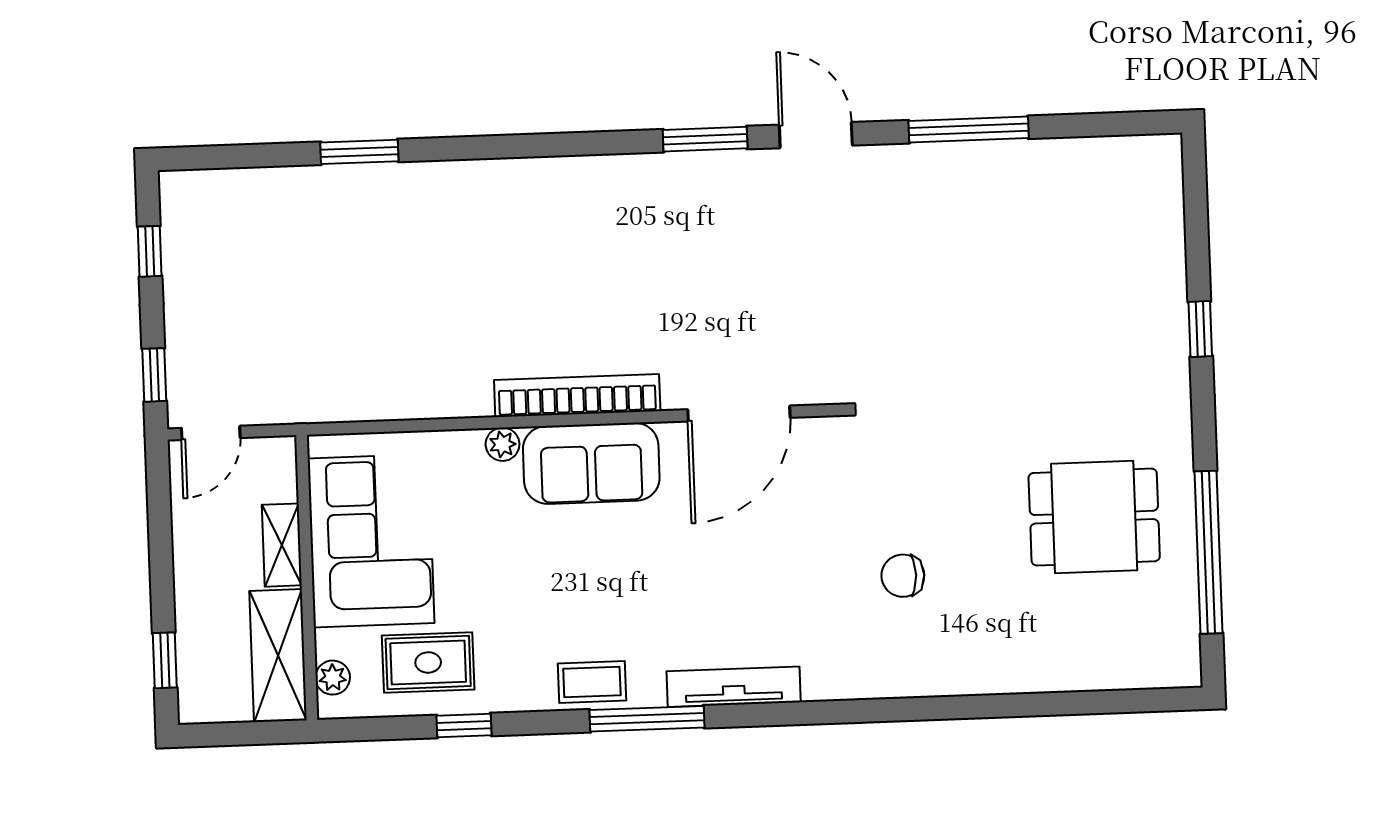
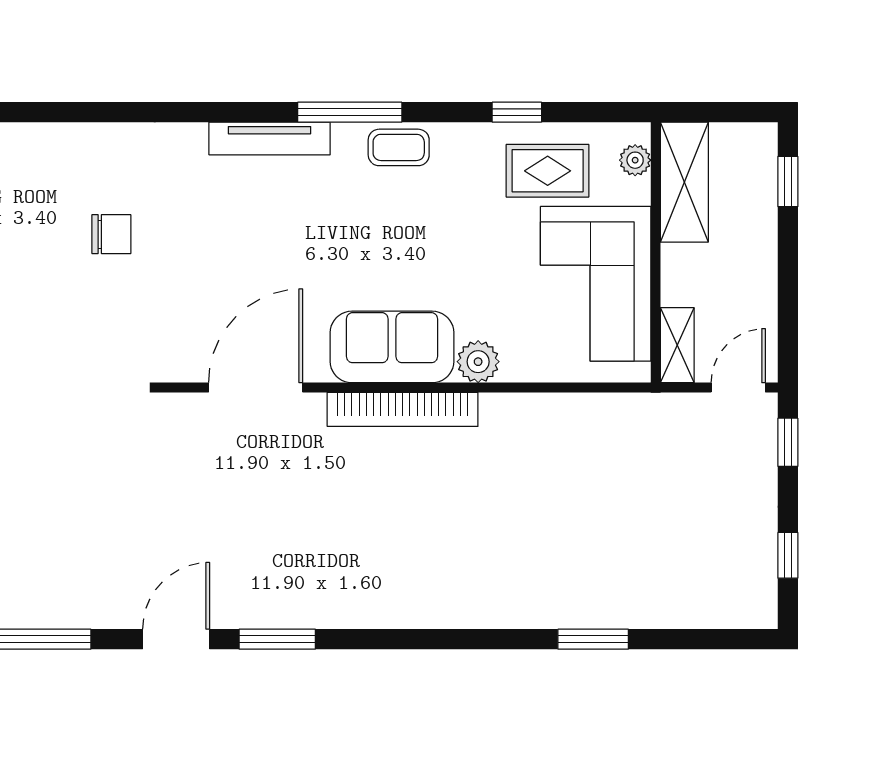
door: (816, 135) -> (176, 639), swing flipped
plant: (503, 444) -> (478, 362), width x1.38, depth x1.38
shelving: (282, 545) -> (677, 345), moved

